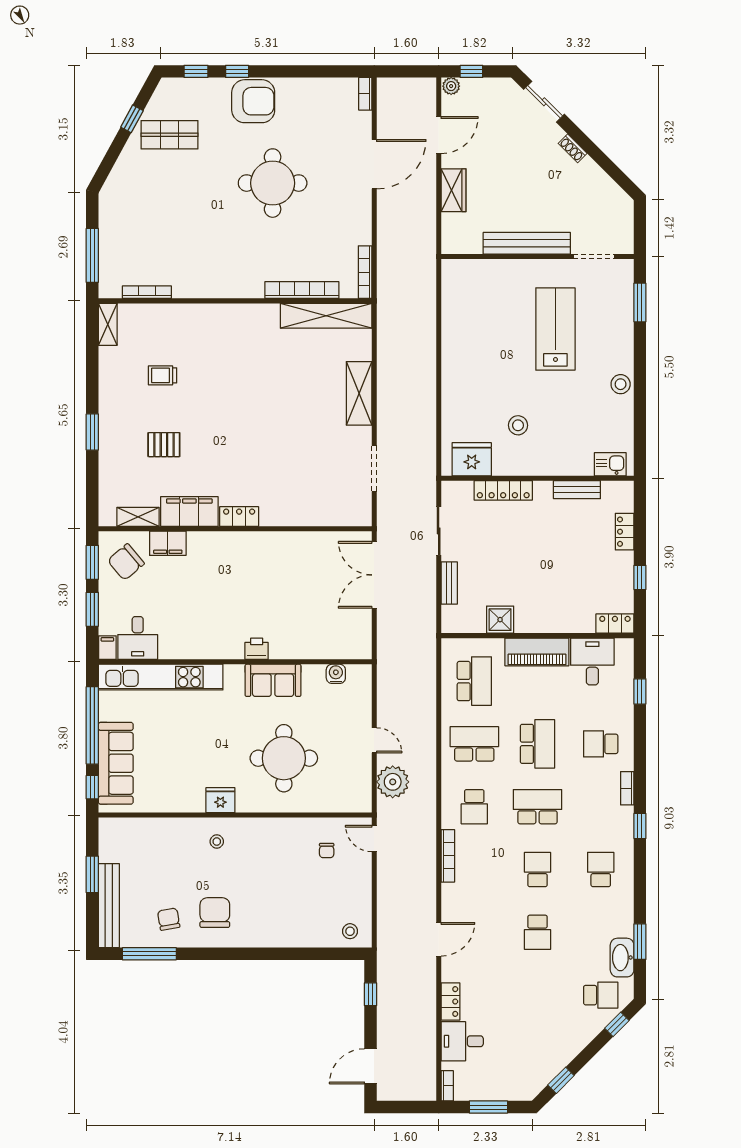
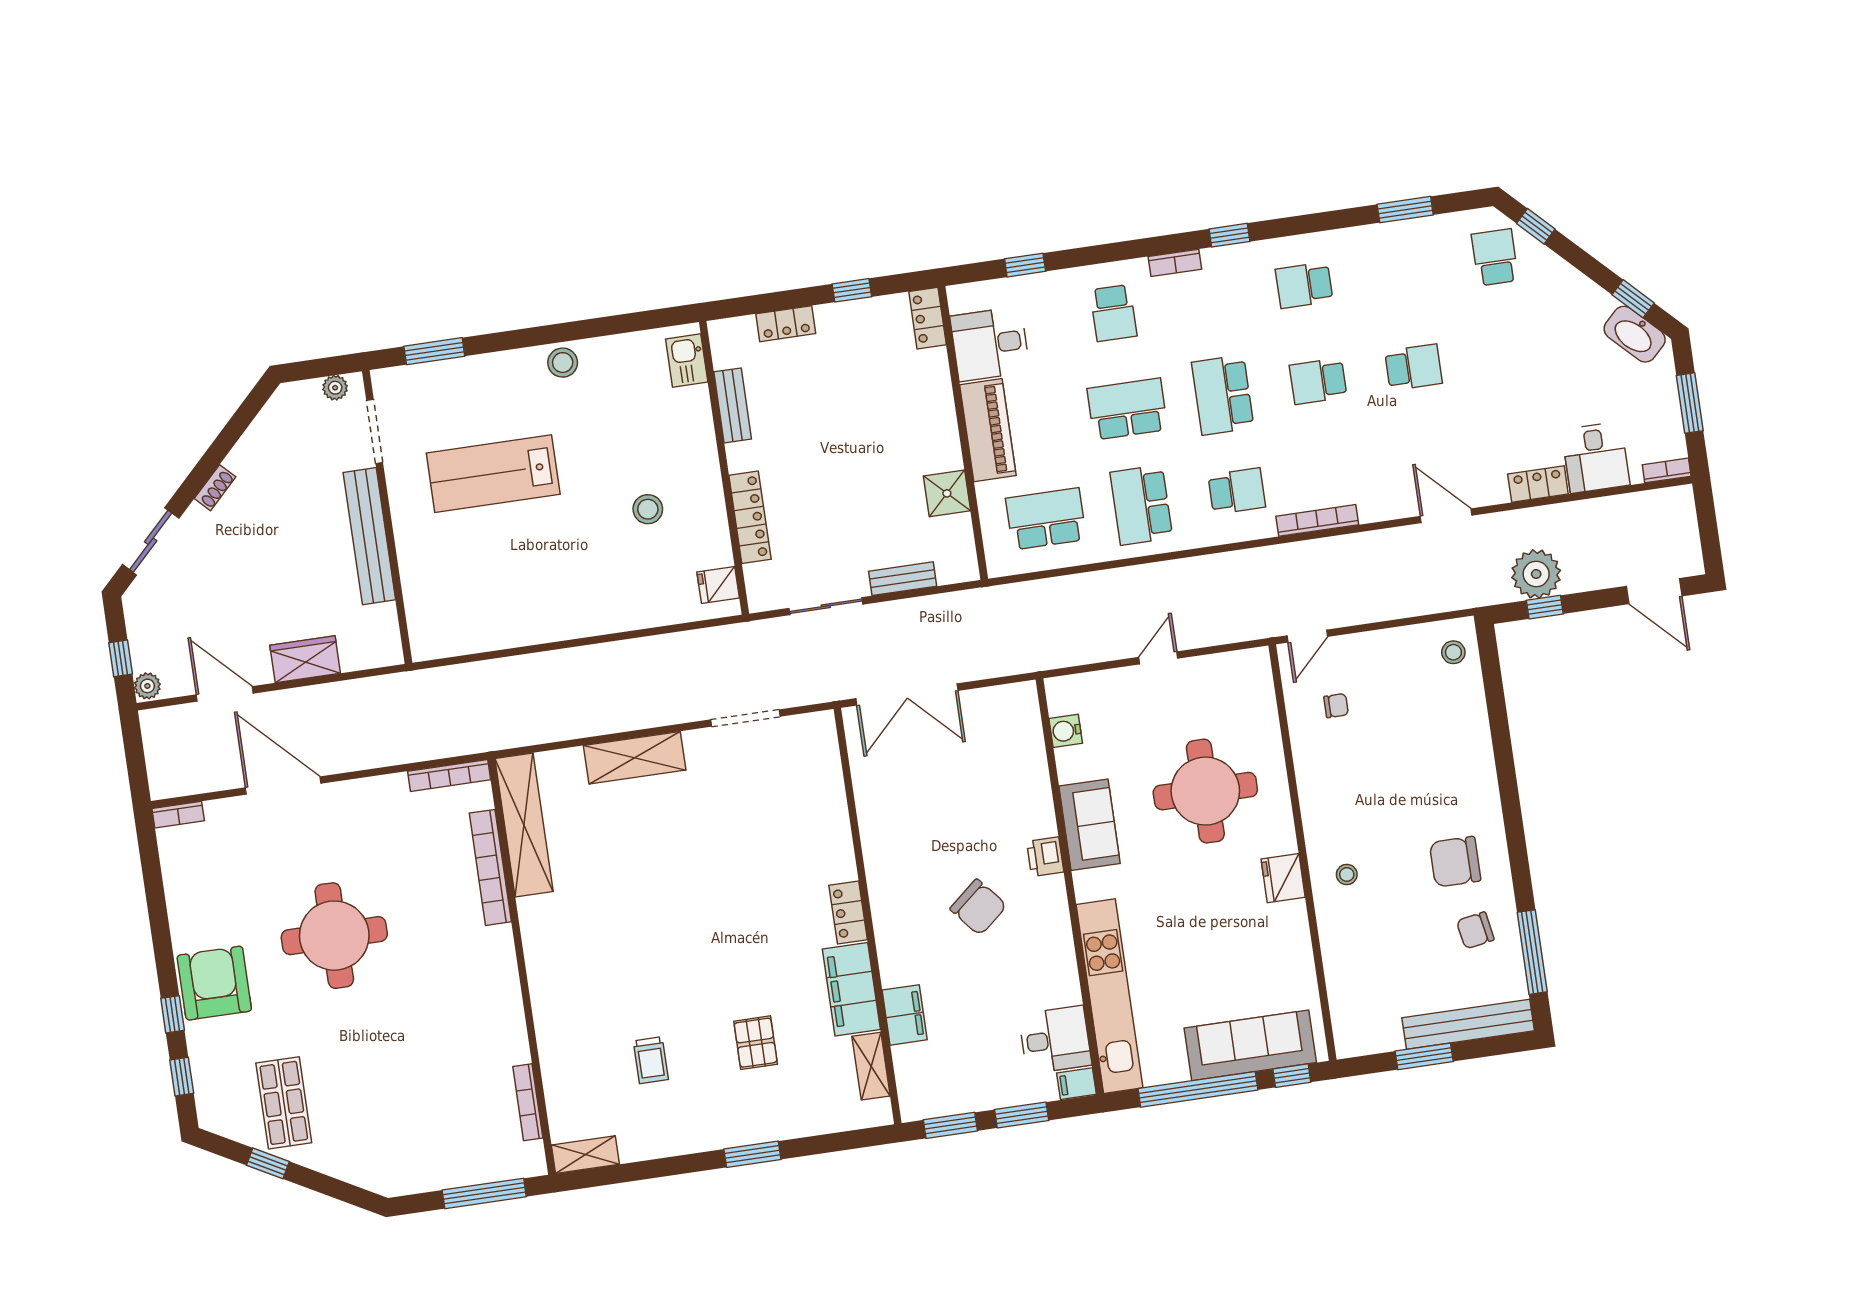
plant: (626, 235) -> (335, 388), added
fridge: (472, 459) -> (718, 585), width x0.53, depth x0.75
chair: (126, 562) -> (978, 907), moved
plant: (393, 782) -> (1536, 574), moved
washbasin: (622, 958) -> (1635, 334), moved, turned 45

